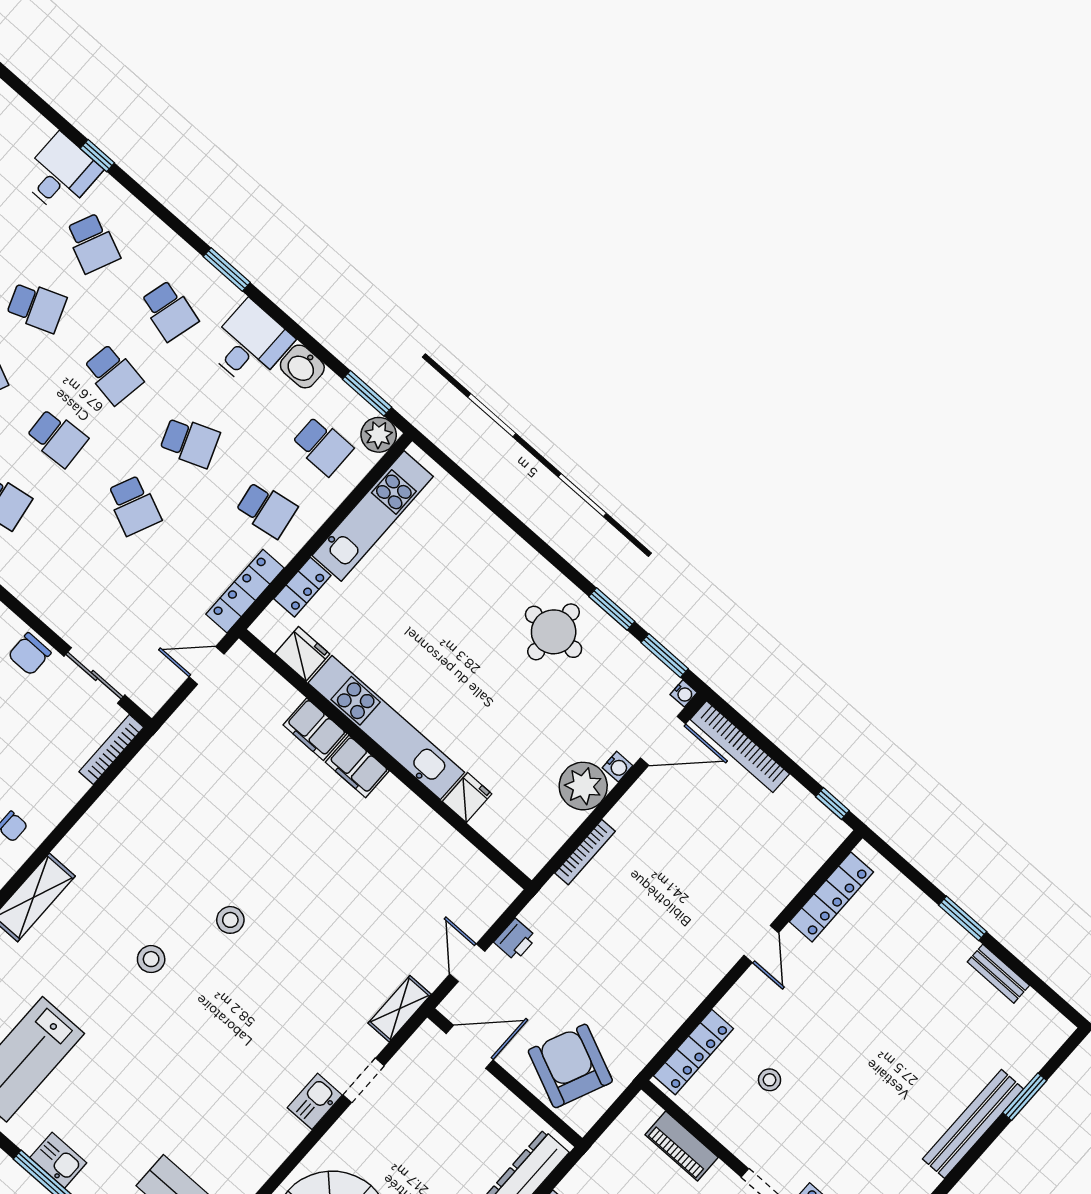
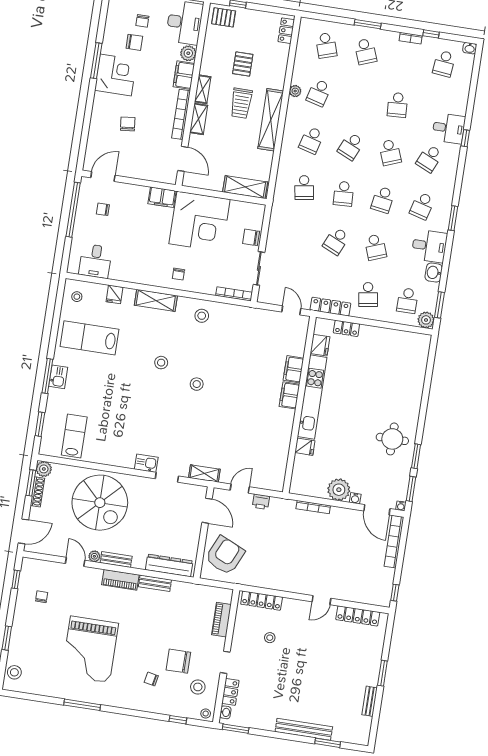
kitchen unit: (373, 516) -> (392, 338), removed
stool: (114, 833) -> (202, 316), added

